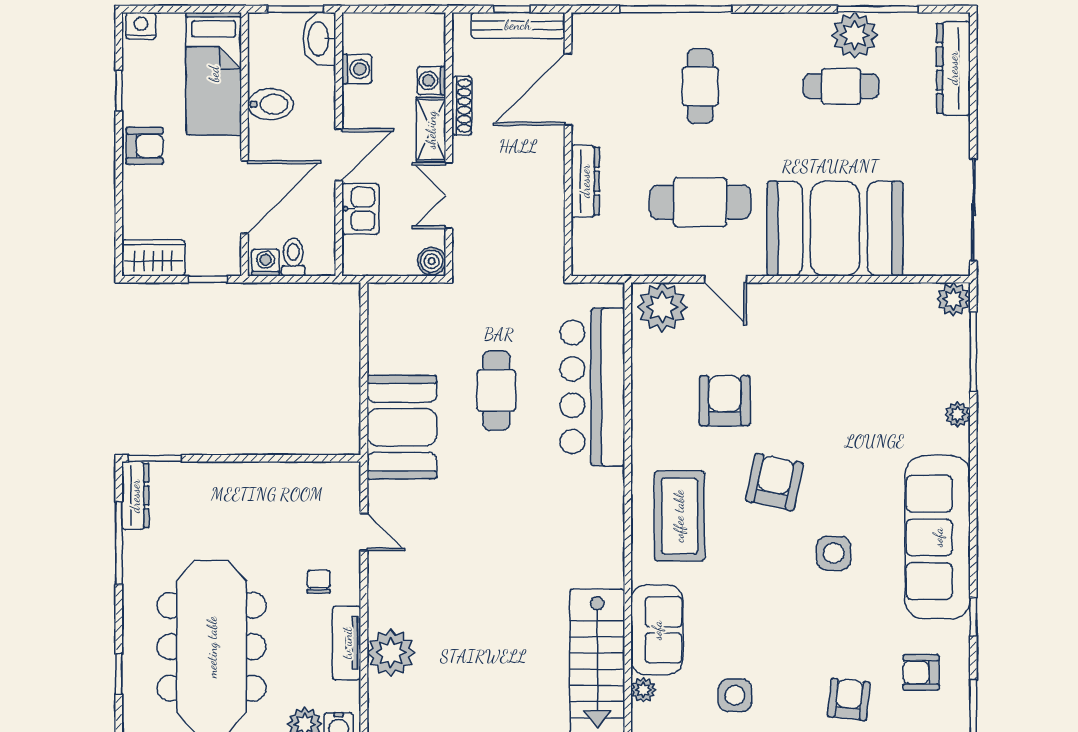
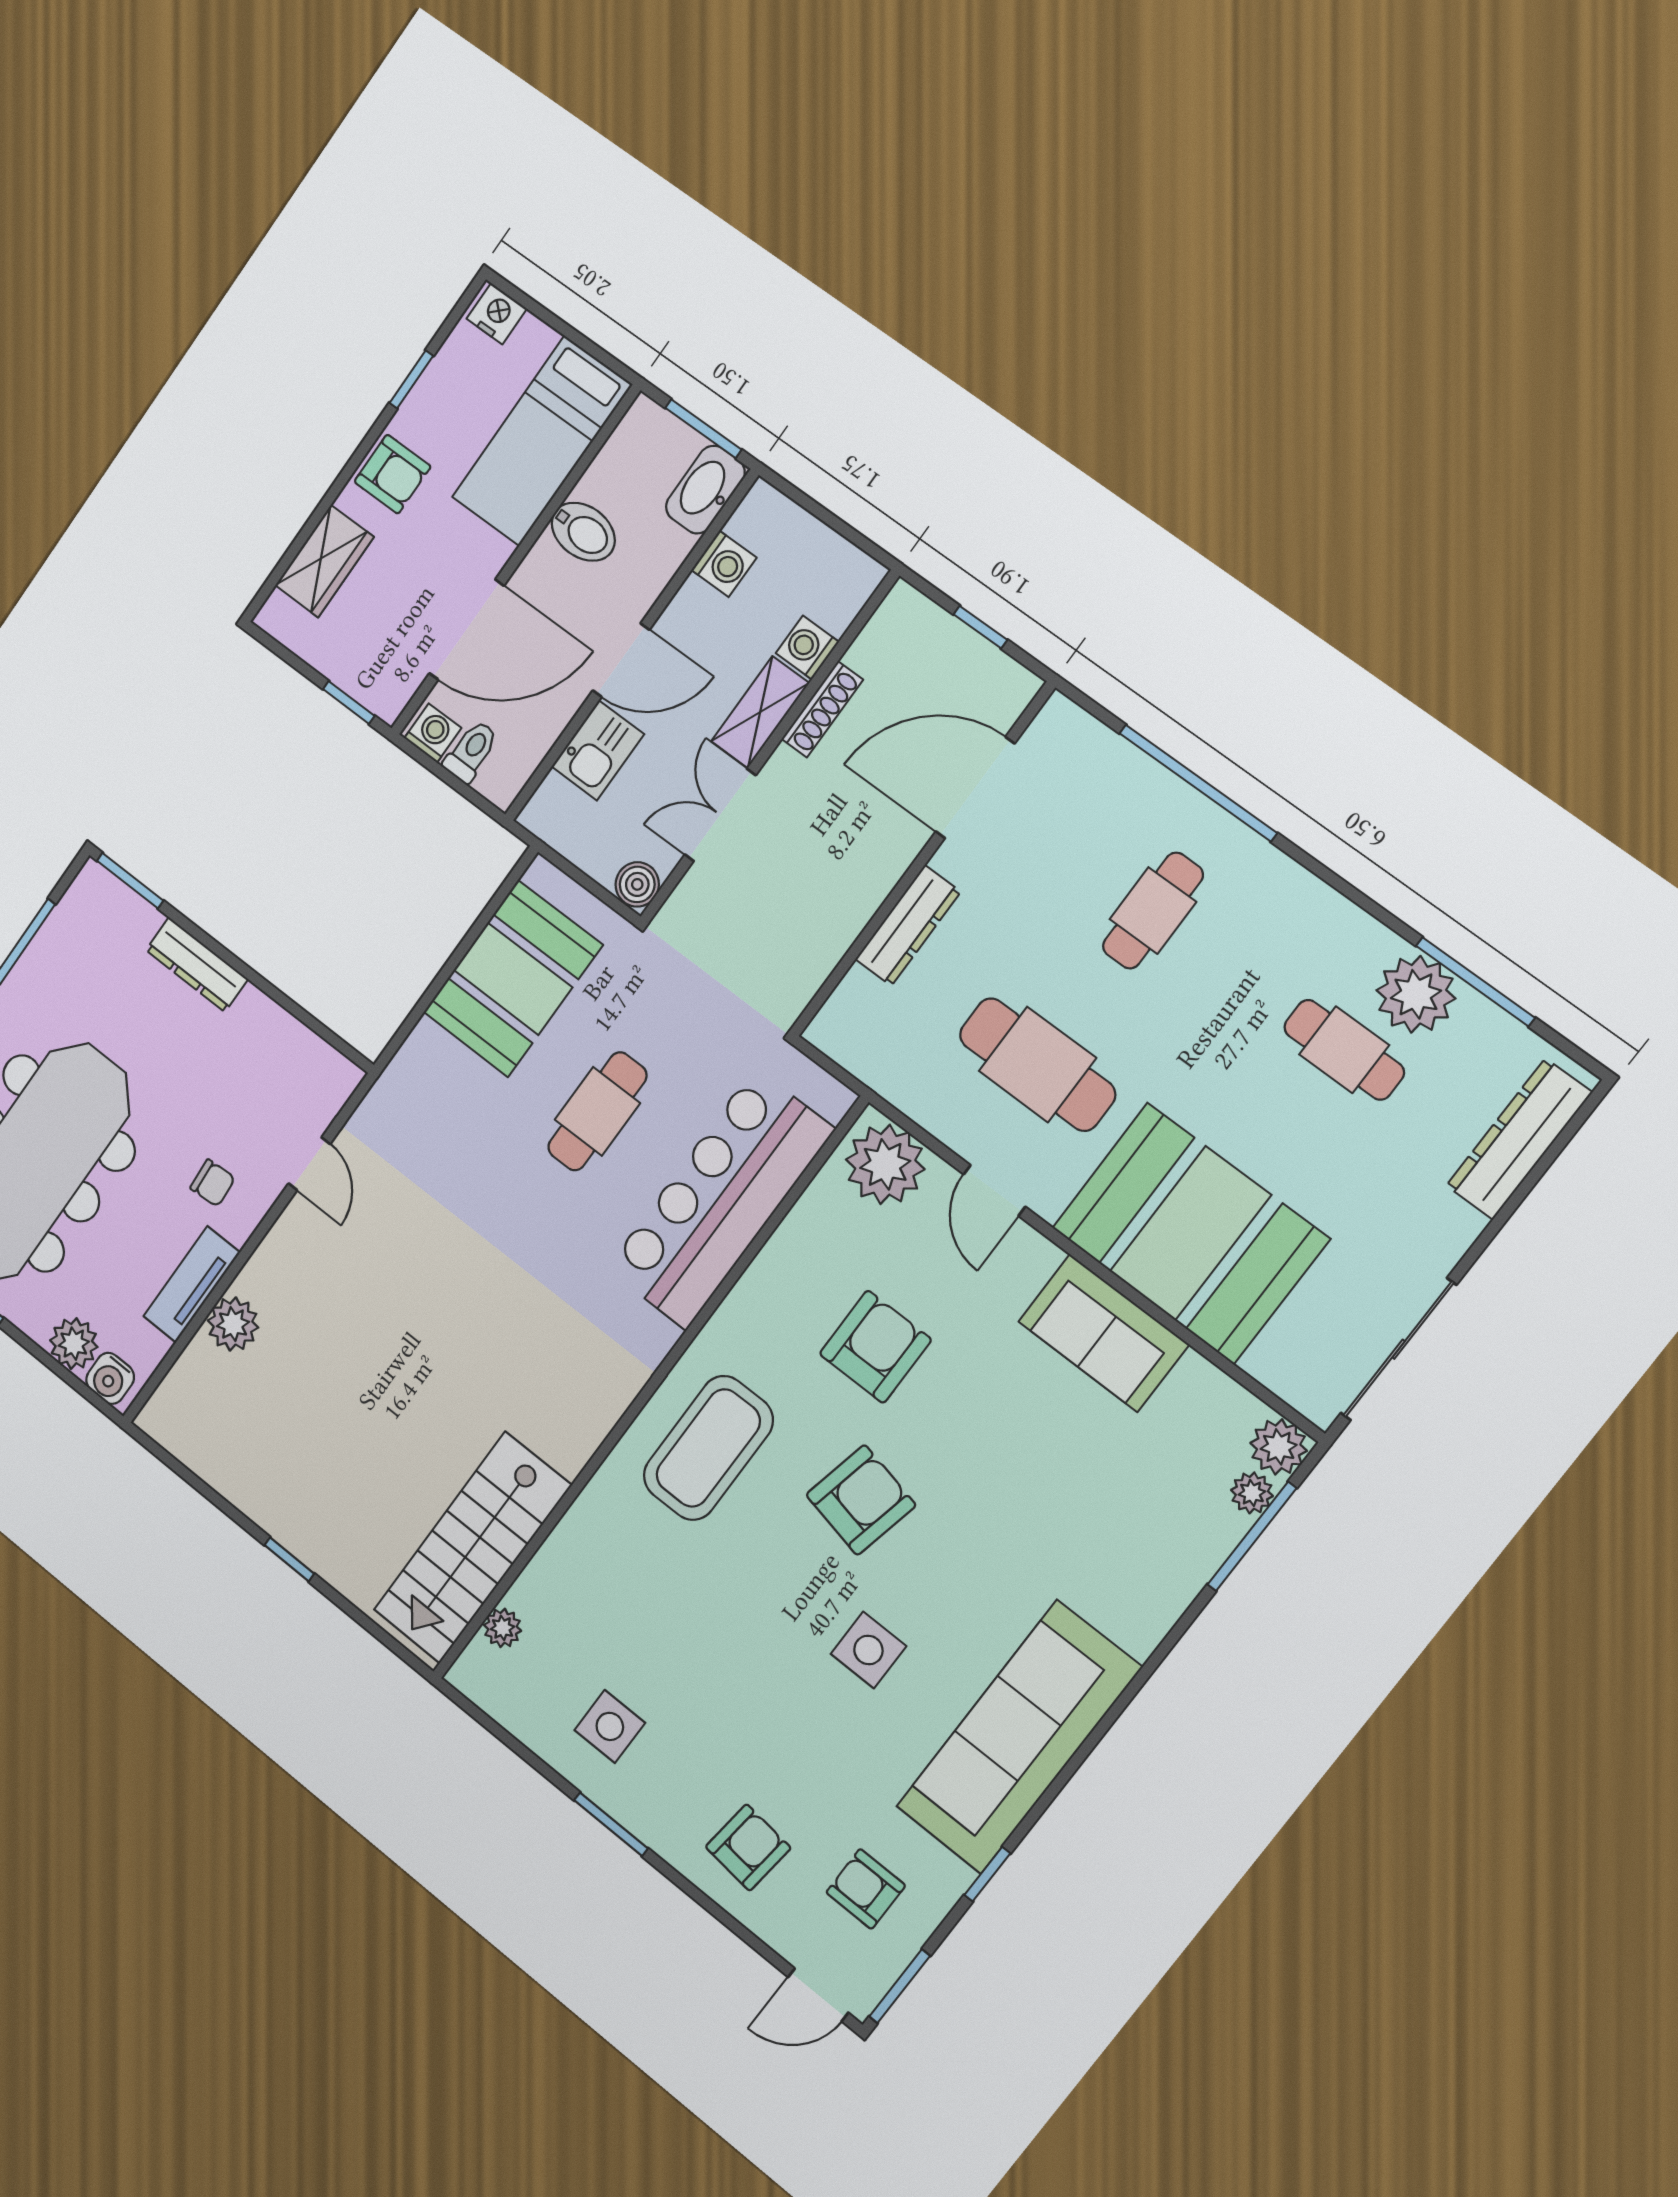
bench: (518, 25) -> (973, 655), removed
wardrobe: (153, 258) -> (324, 561), moved, turned 90
plant: (958, 414) -> (1252, 1493), moved
booth: (402, 427) -> (513, 979), moved
dresser: (135, 496) -> (197, 965), moved, turned 90
chair: (319, 582) -> (213, 1183), turned 86
sofa: (657, 630) -> (1104, 1333), moved, turned 90
plant: (391, 653) -> (233, 1324), width x0.73, depth x0.73

